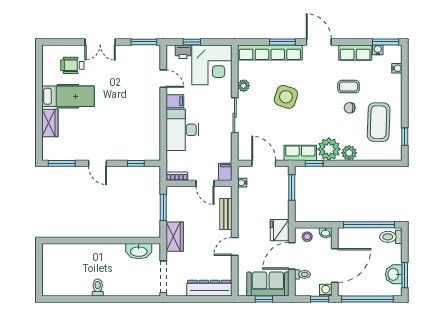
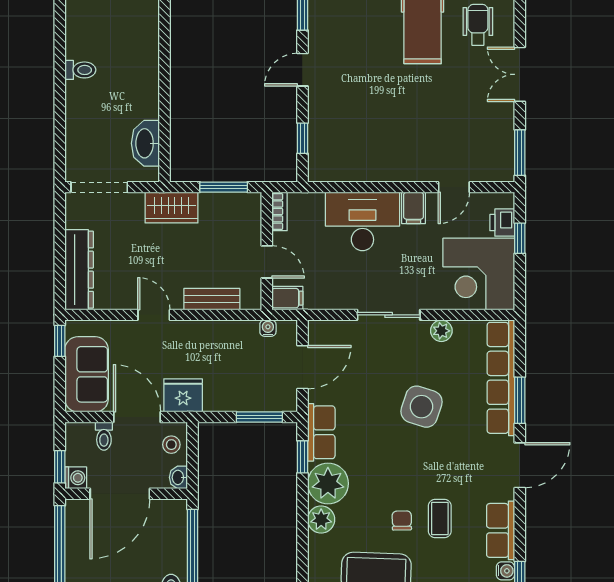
door: (205, 183) -> (267, 262), swing flipped
door: (335, 265) -> (120, 494), hinge flipped
window: (264, 299) -> (60, 341), moved

